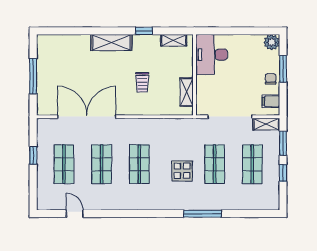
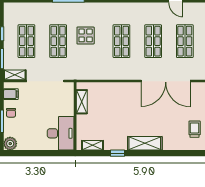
trolley: (142, 82) -> (195, 129), moved

